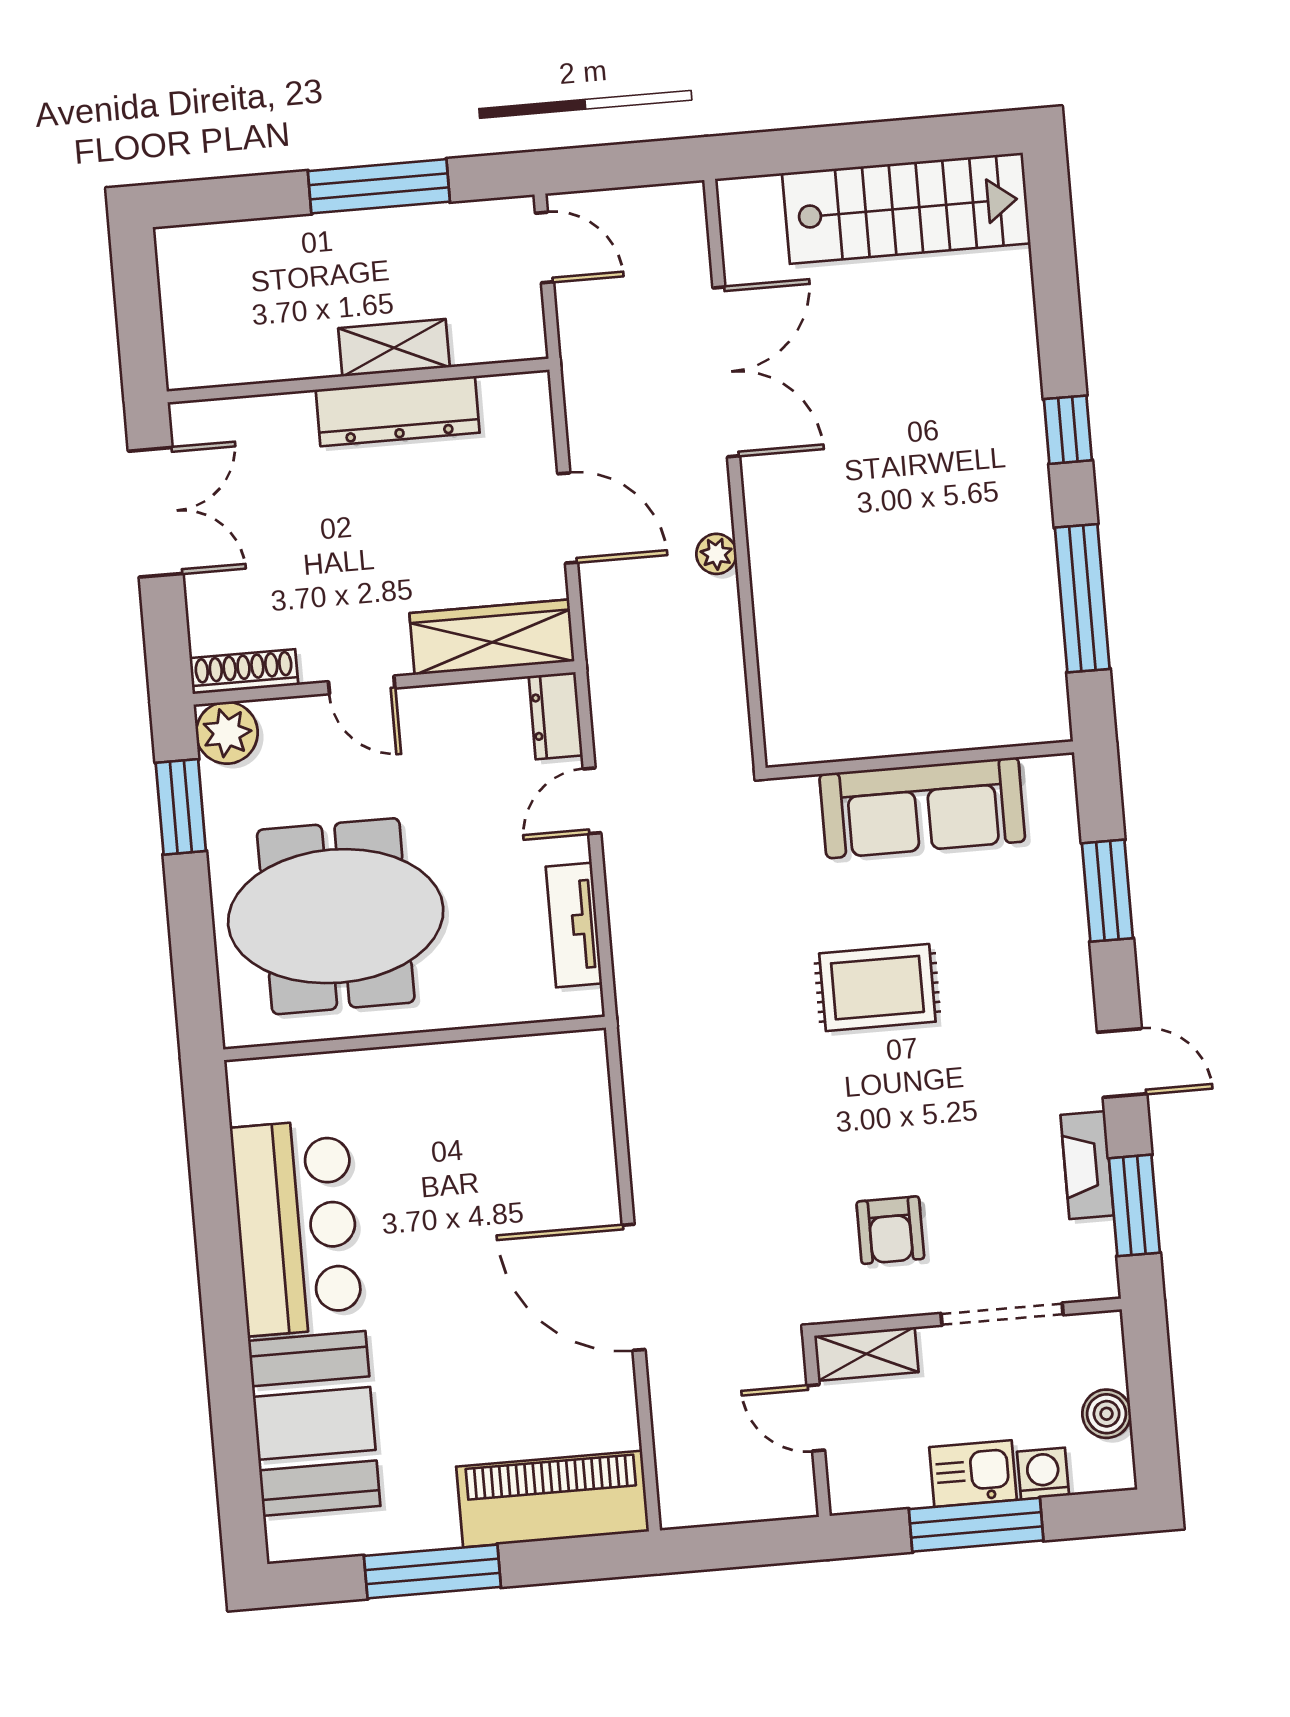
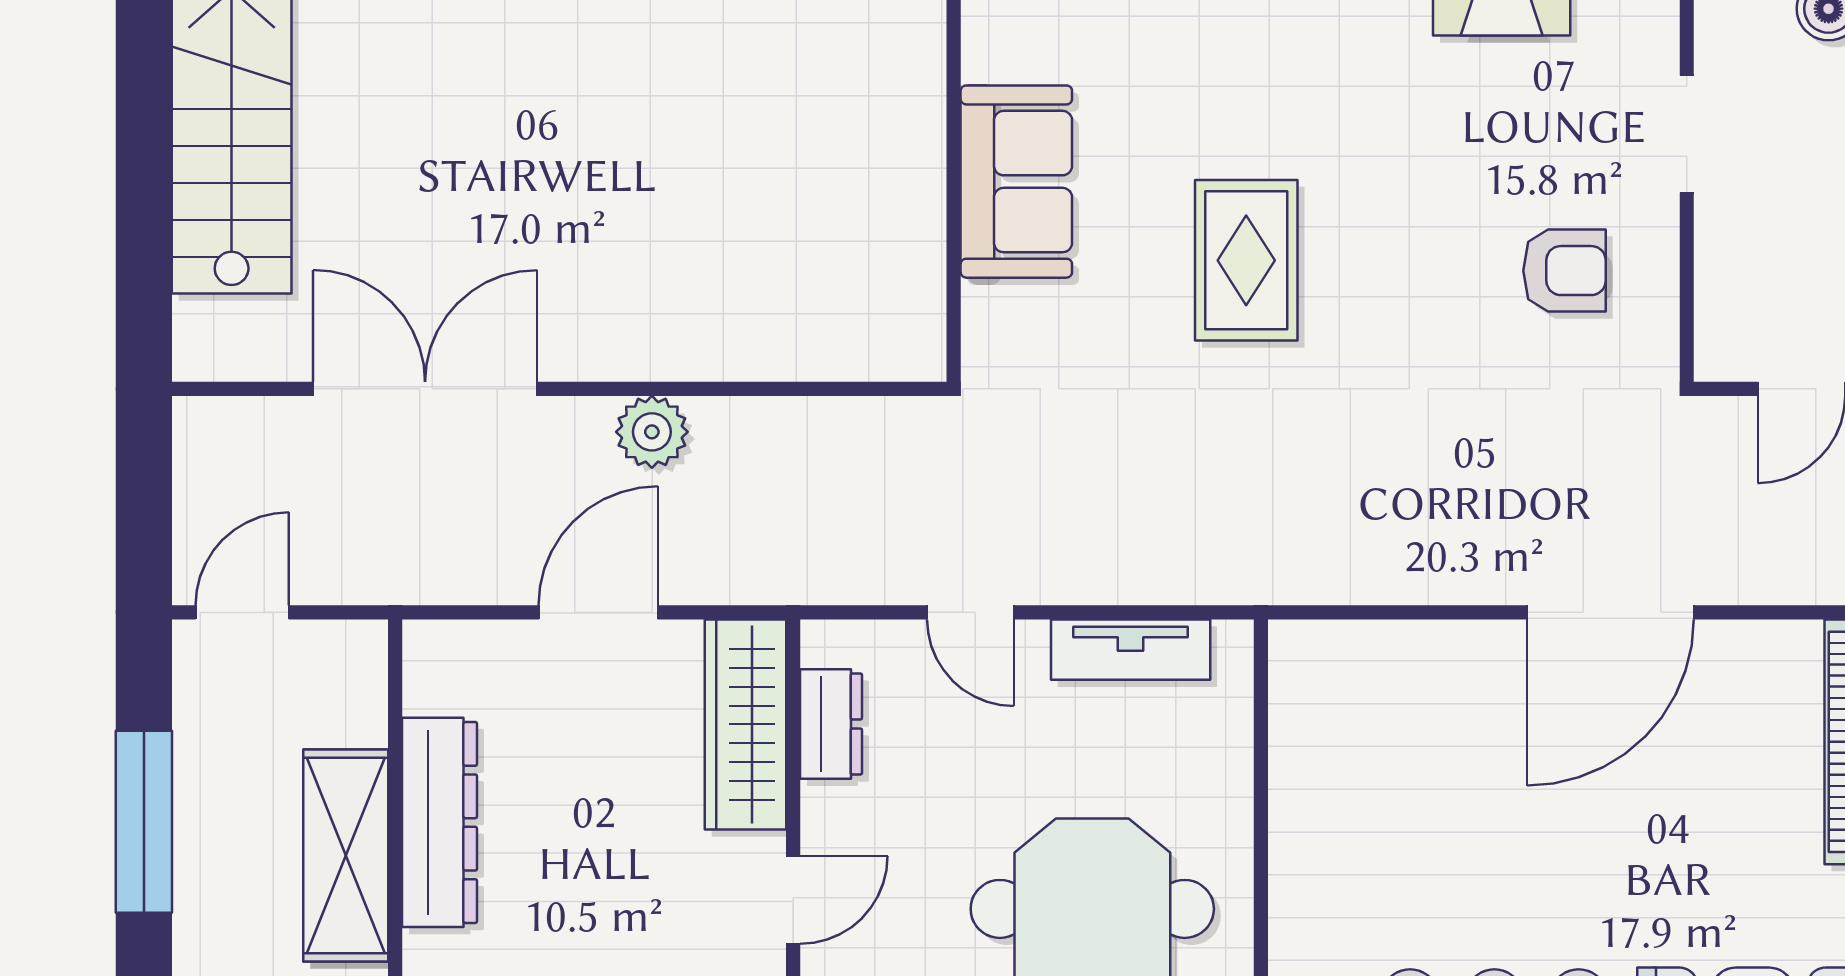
shelving: (394, 348) -> (346, 855), width x1.50, depth x1.33
plant: (716, 554) -> (652, 432), width x1.38, depth x1.38
dresser: (556, 716) -> (831, 724), moved, turned -90
sofa: (922, 808) -> (1016, 182), width x0.73
doorway: (1002, 1314) -> (1687, 134), width x0.73
shelving: (866, 1354) -> (1724, 316), removed

